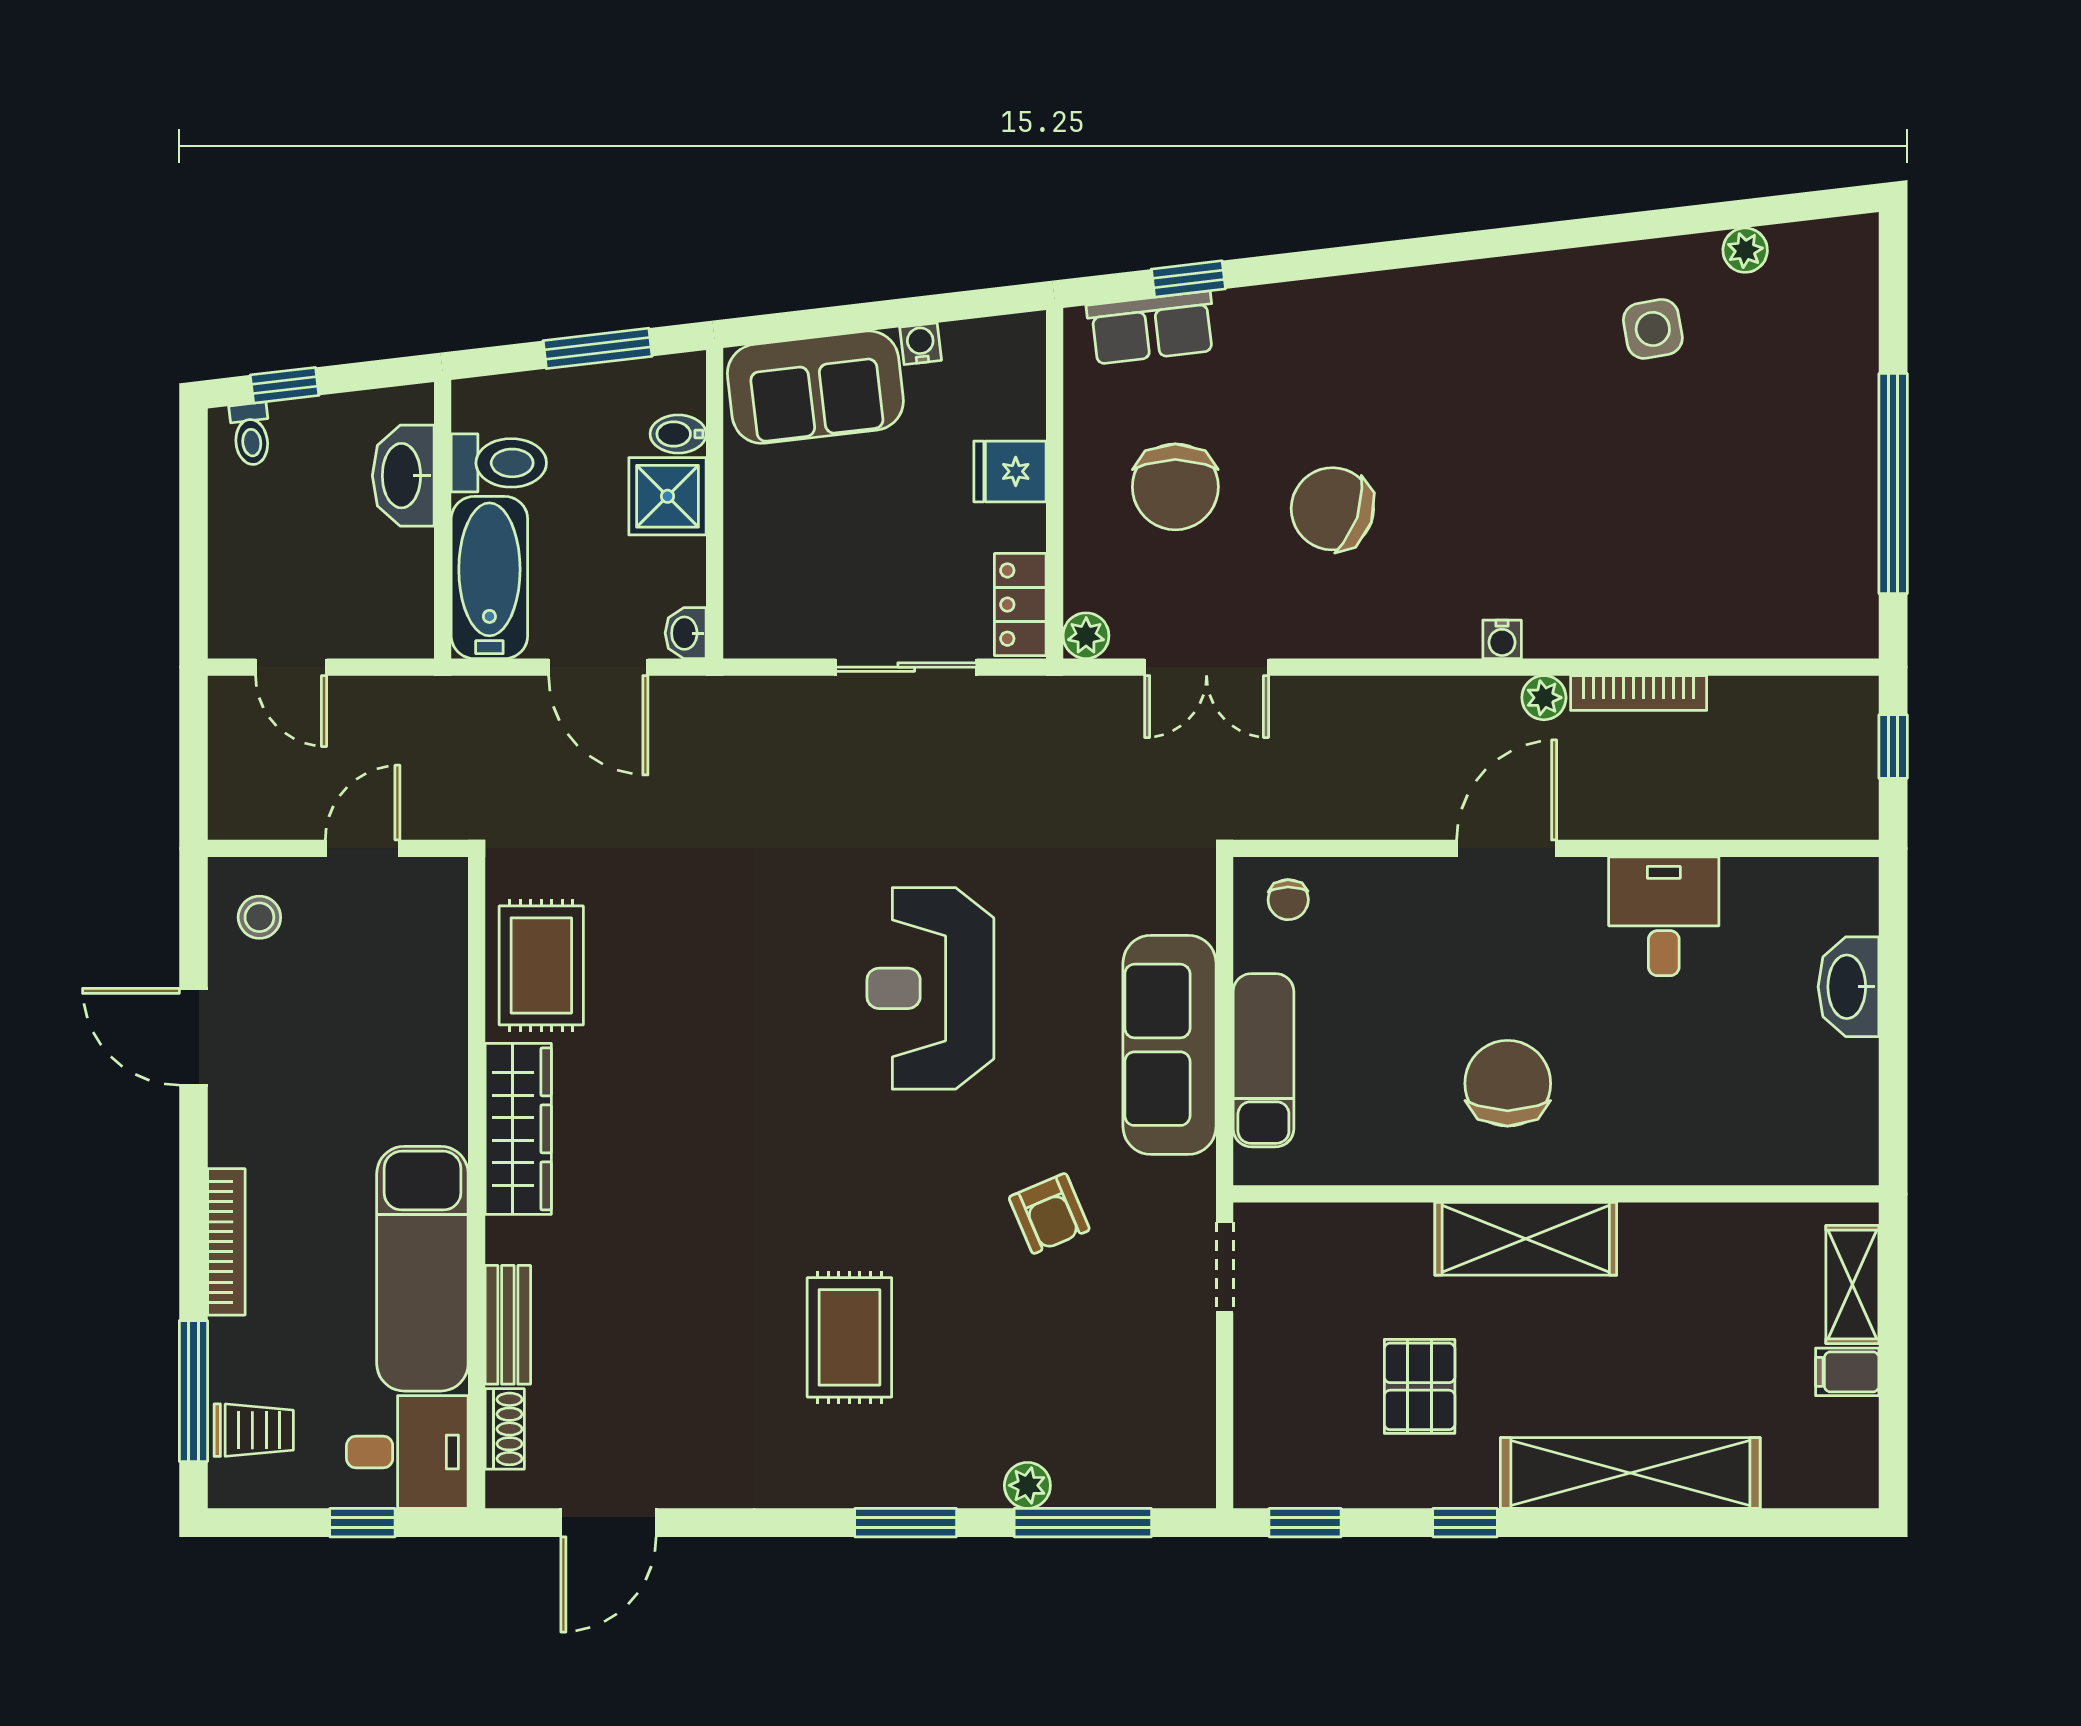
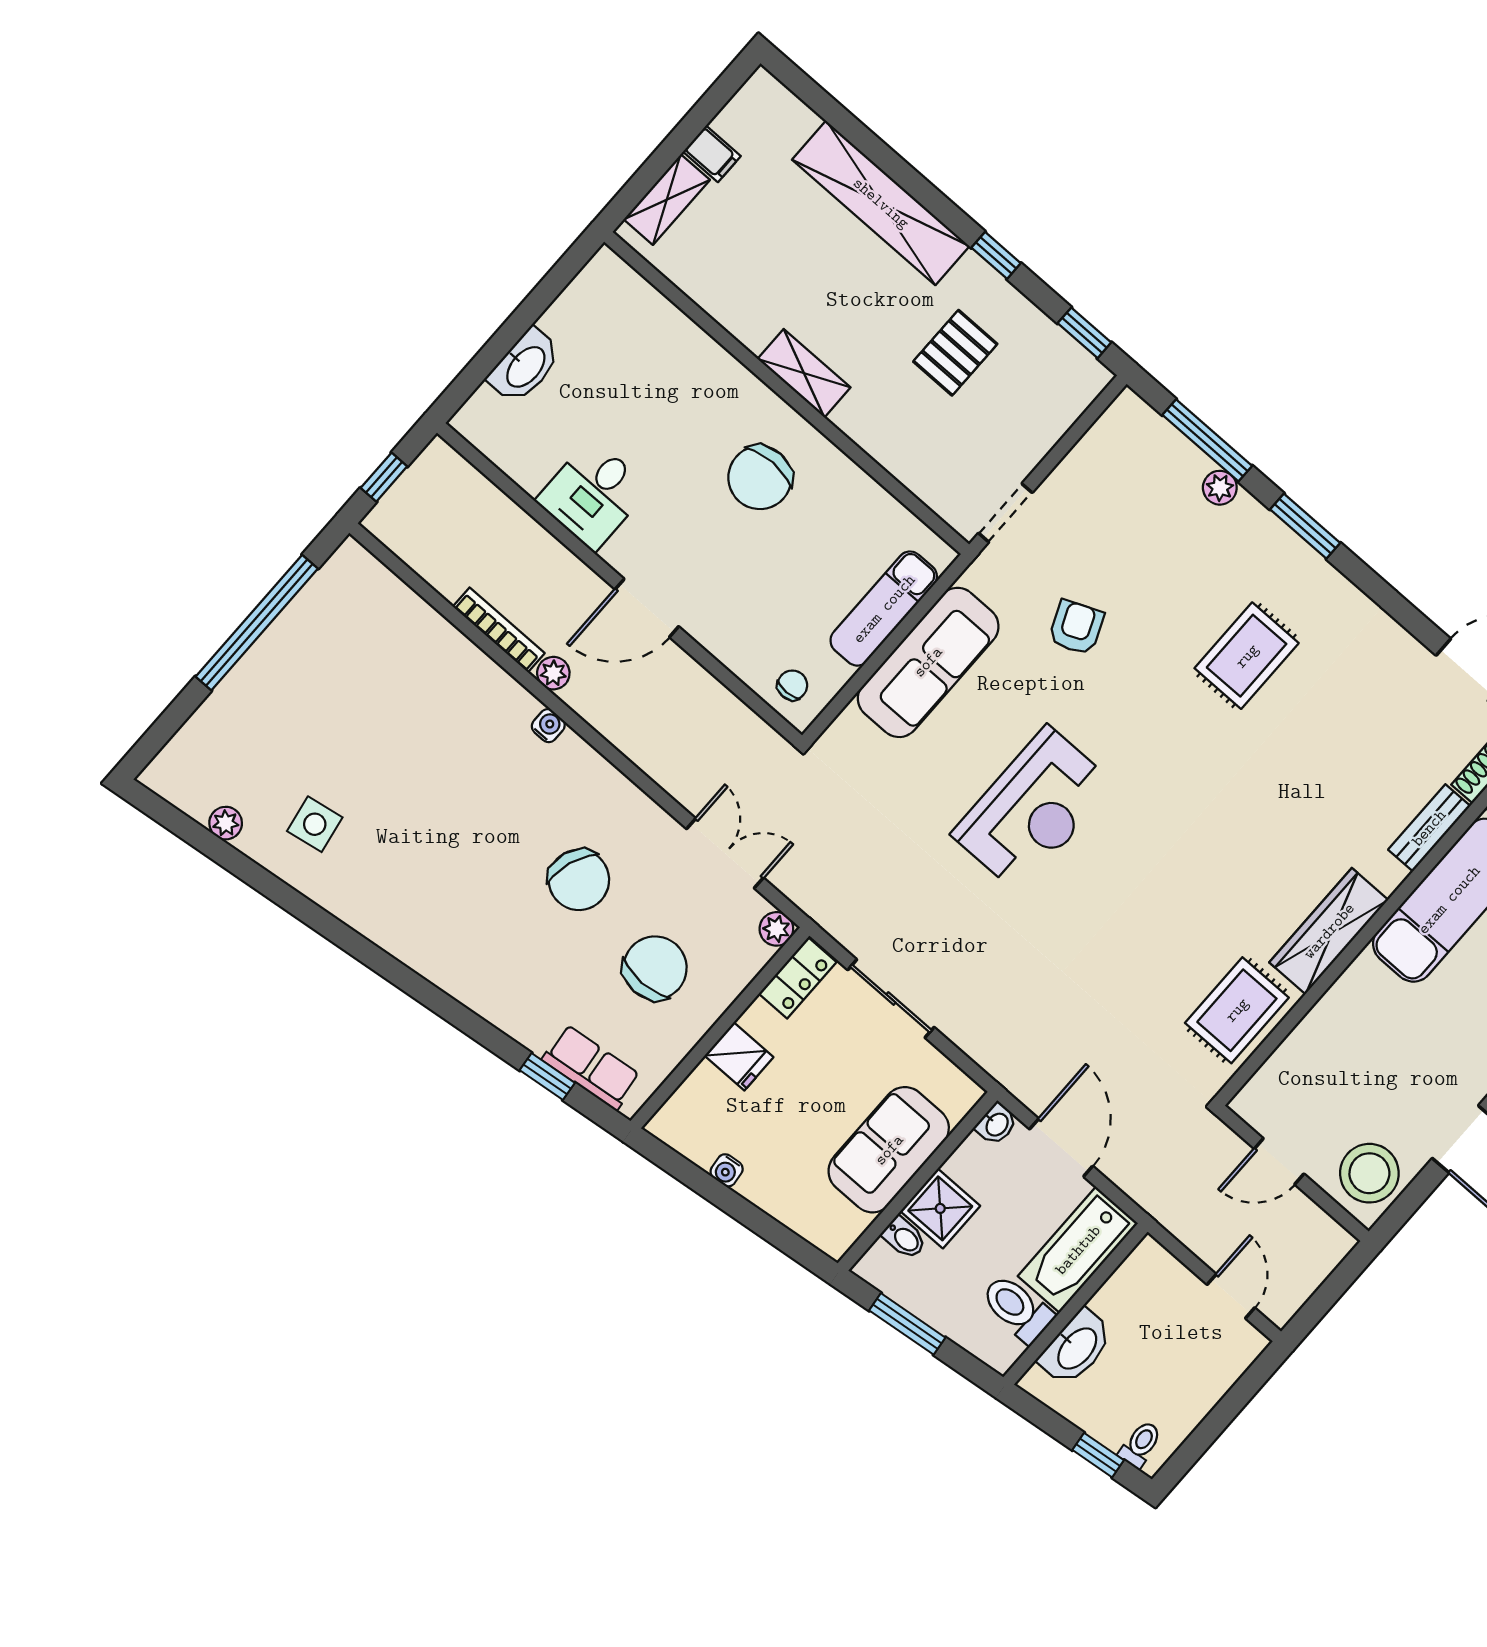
sofa: (815, 387) -> (889, 1150), moved, turned -83
stool: (259, 917) -> (1369, 1173), width x1.89, depth x1.89
shelving: (1526, 1239) -> (804, 373), width x0.67, depth x0.75

